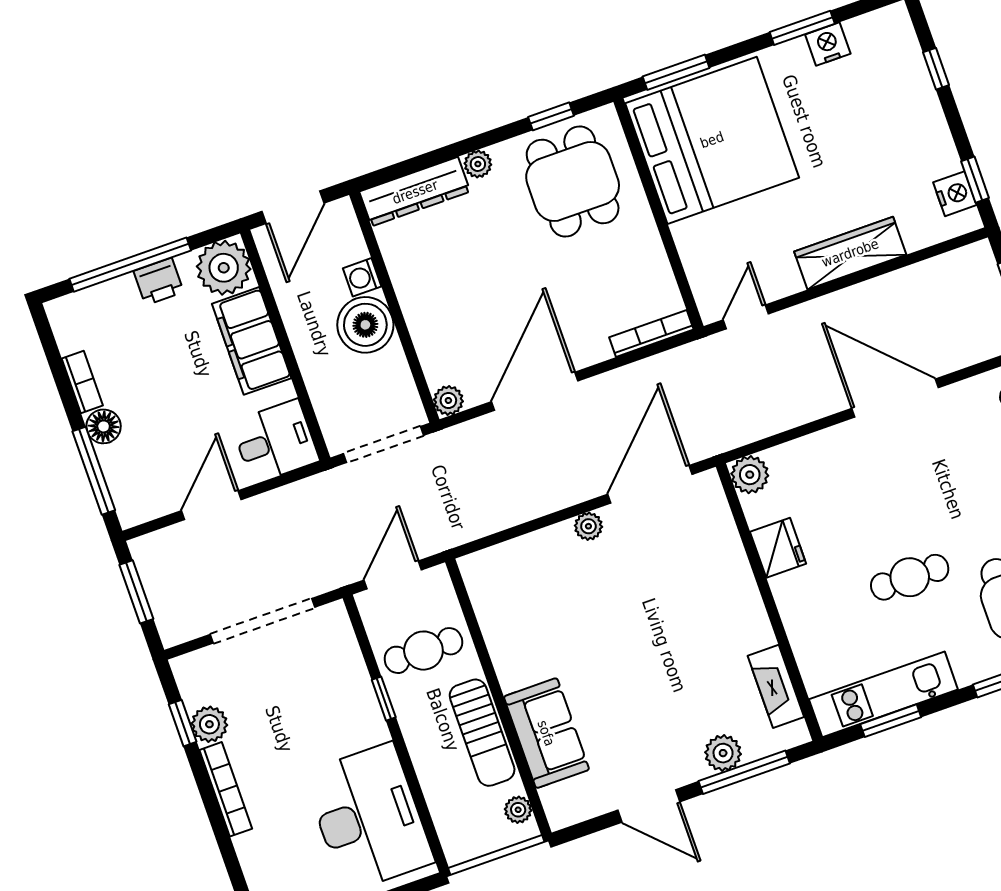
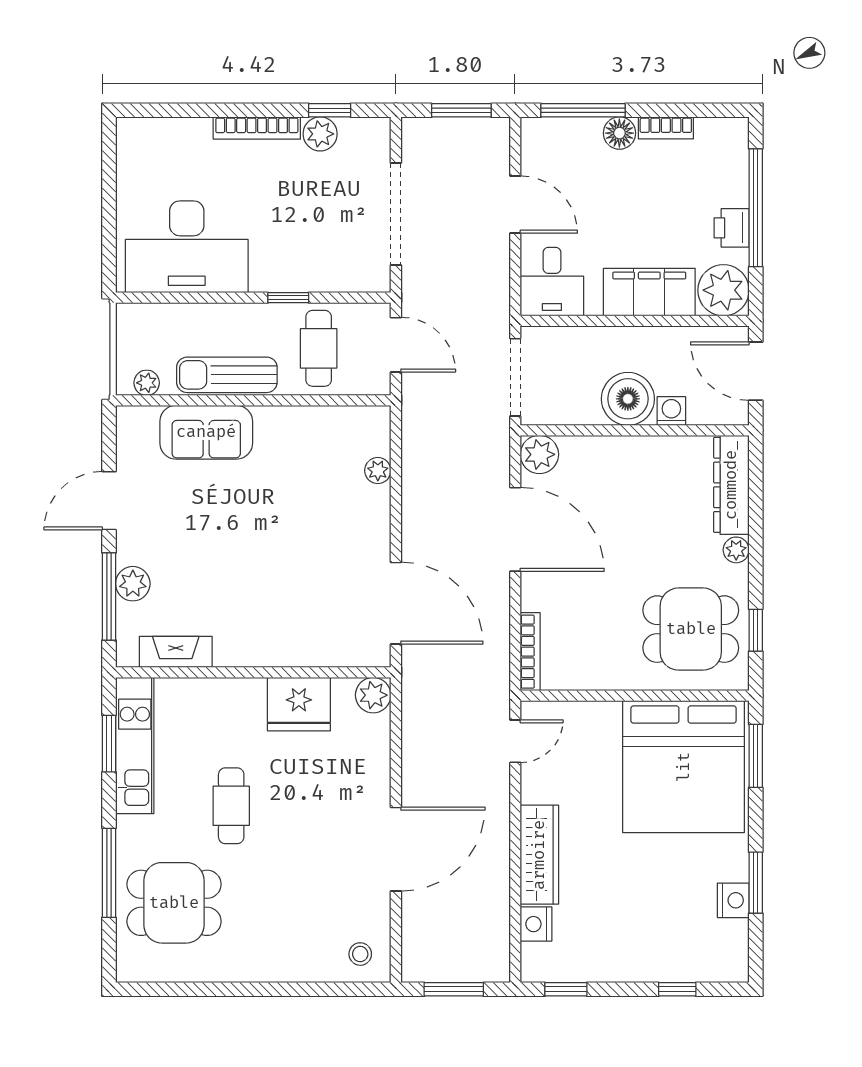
nightstand: (955, 194) -> (536, 924), moved, turned 90
door: (746, 317) -> (515, 741), hinge flipped
plant: (448, 400) -> (539, 454), width x1.38, depth x1.38
plant: (588, 526) -> (378, 471), moved
fridge: (778, 548) -> (299, 704), width x1.36, depth x1.34

